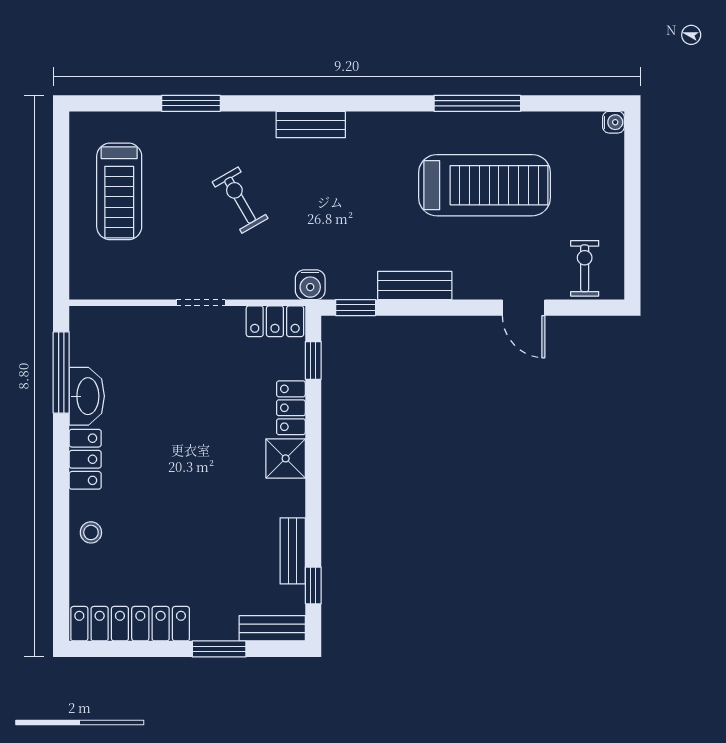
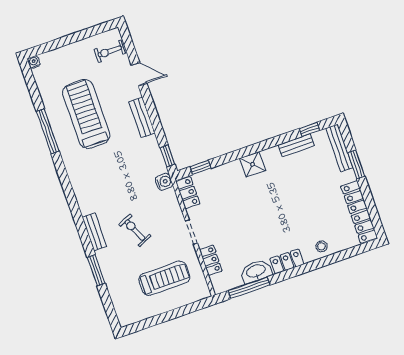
bench: (311, 125) -> (94, 232), moved
treadmill: (119, 191) -> (164, 278), moved
exercise bike: (240, 200) -> (135, 230), turned 96
bench: (415, 285) -> (142, 117), moved
door: (524, 308) -> (139, 74), hinge flipped
locker: (291, 408) -> (211, 260), moved, turned -90
bench: (272, 628) -> (339, 148), width x1.36

